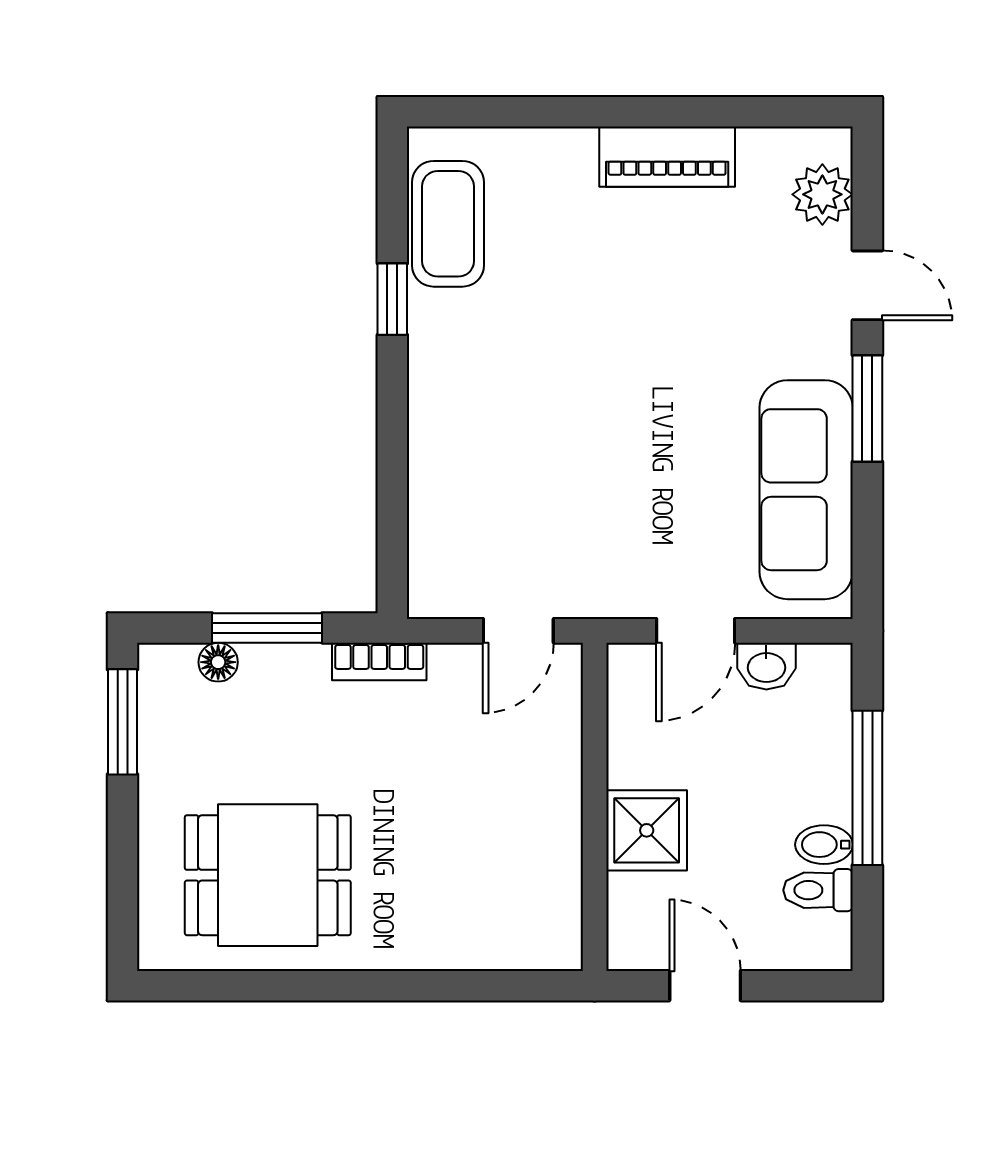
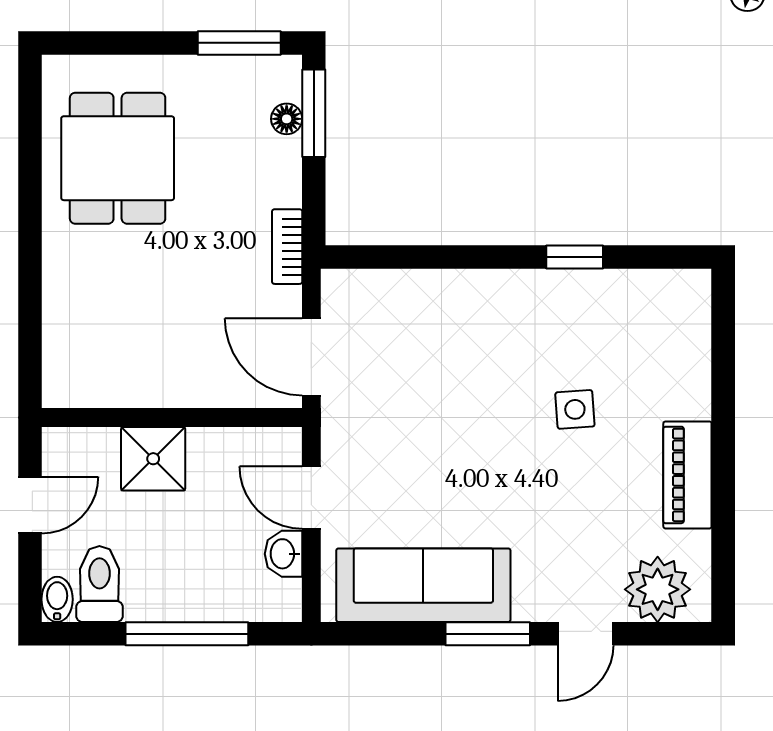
plant: (822, 194) -> (658, 589), width x1.36, depth x1.36
coffee table: (448, 224) -> (634, 301), removed
side table: (584, 299) -> (575, 409), added
window: (267, 628) -> (314, 113), moved
door: (518, 631) -> (311, 357), width x1.37
bidet: (824, 845) -> (57, 599), moved
toilet: (818, 890) -> (99, 584), width x1.37, depth x1.39

